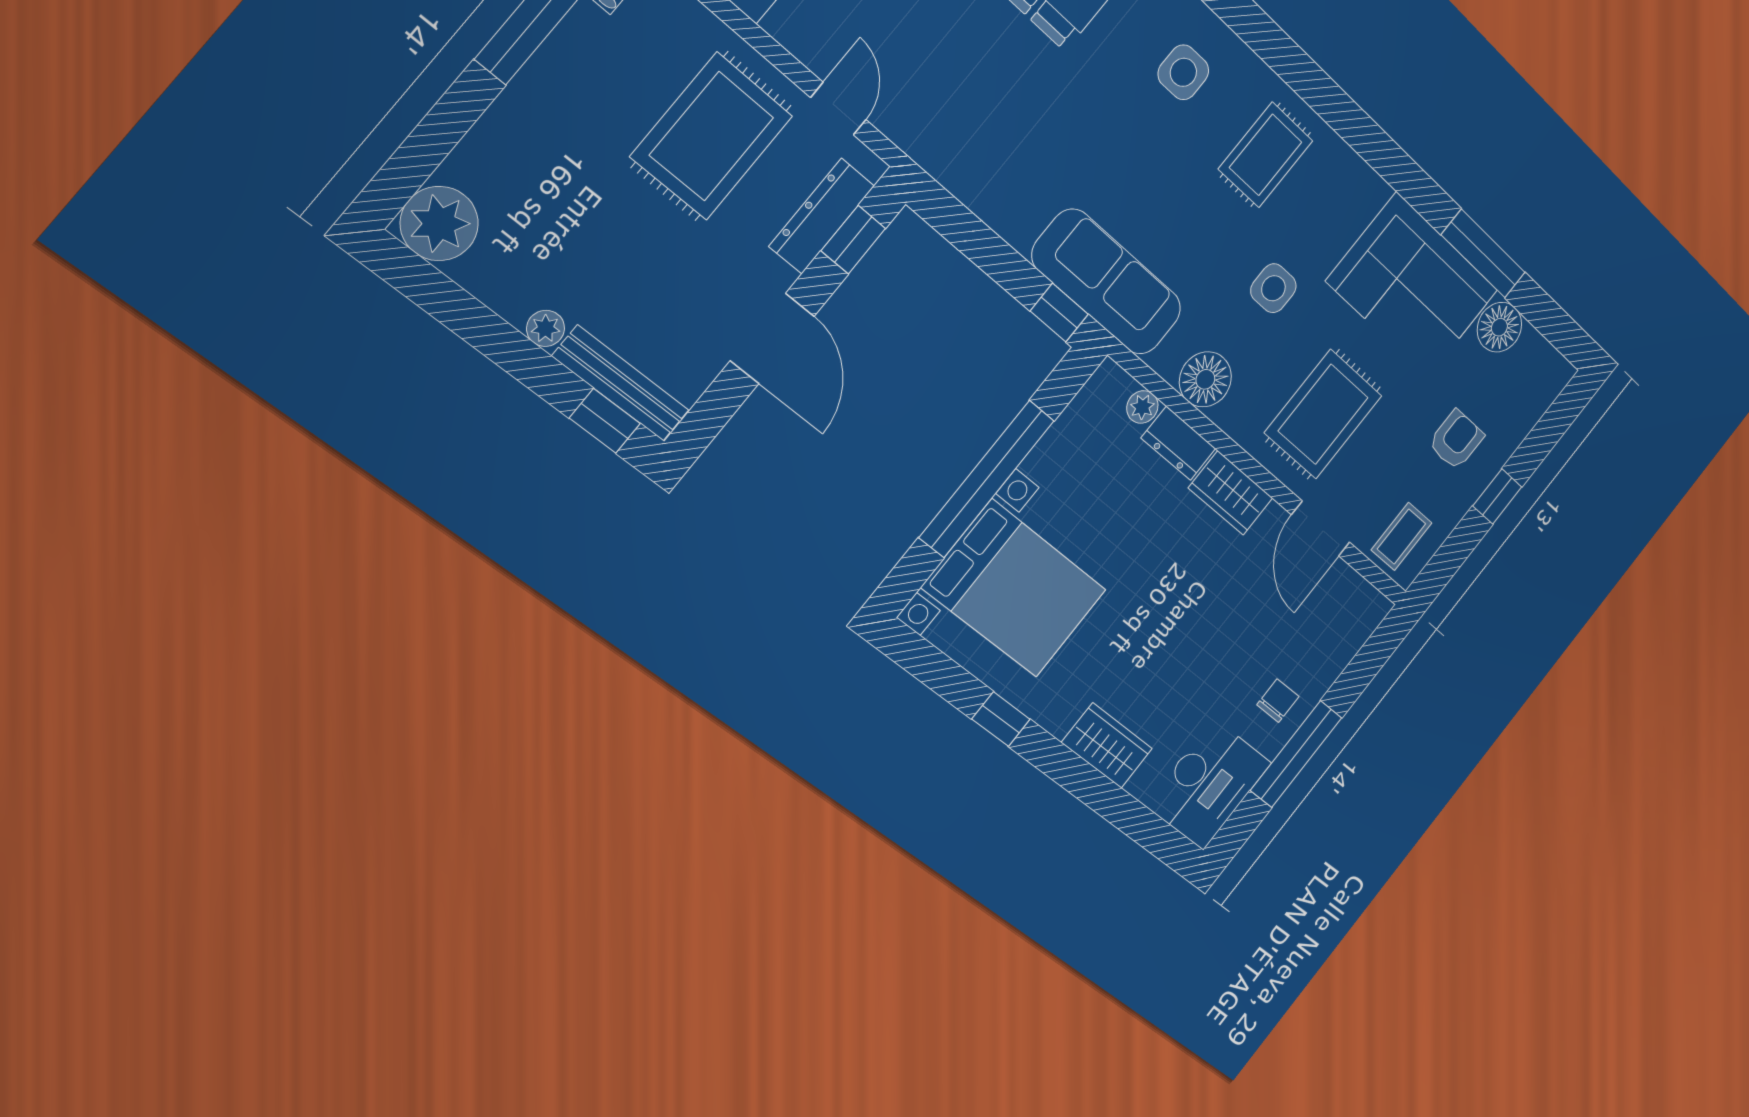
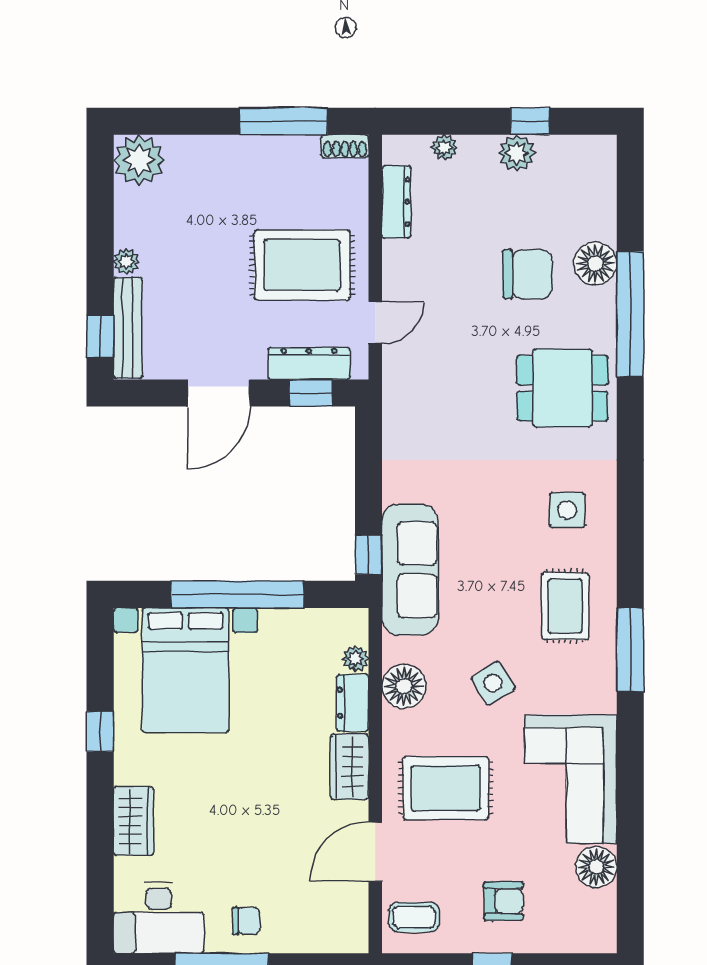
rug: (1266, 155) -> (565, 606), turned 90
window: (1483, 254) -> (630, 650), moved
side table: (1273, 288) -> (493, 683), turned -32

